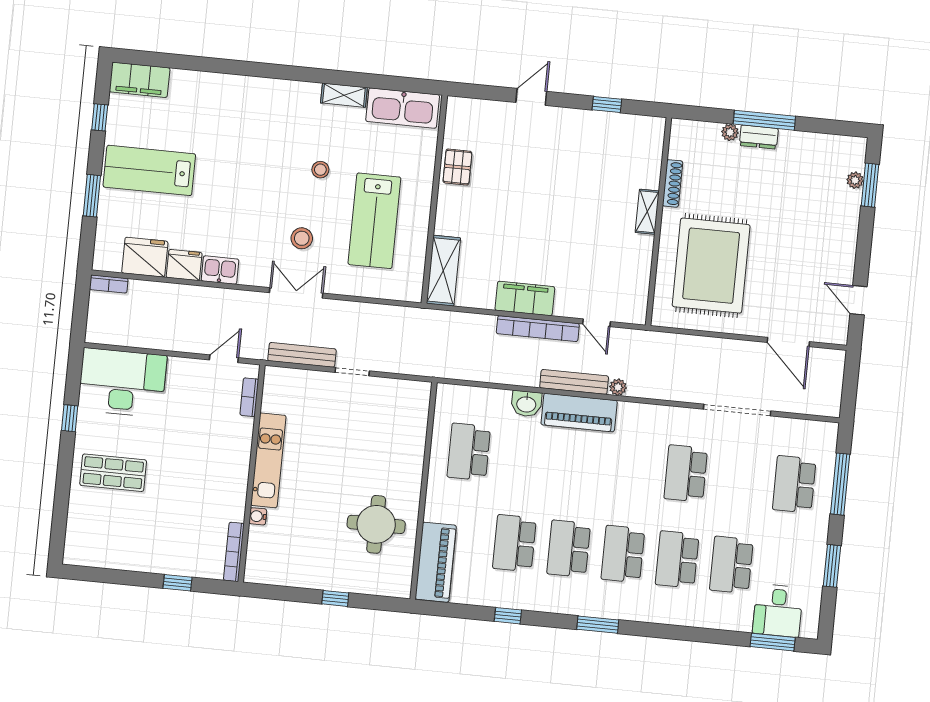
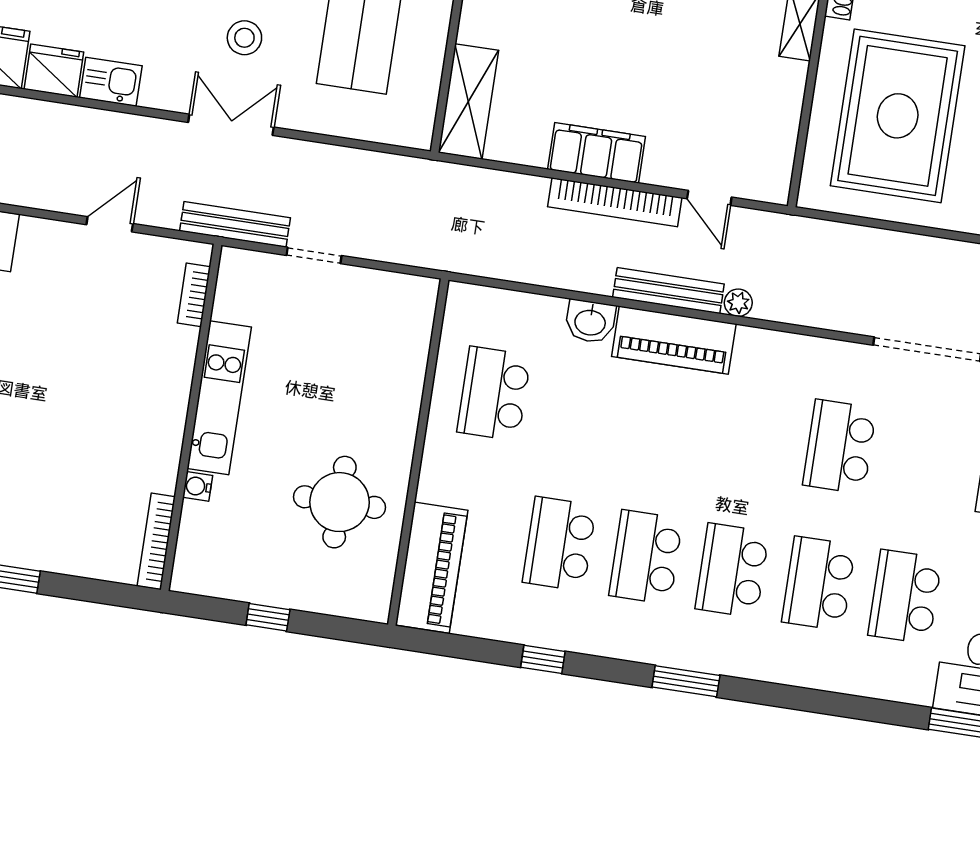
bookcase: (249, 397) -> (194, 295), moved
kitchen unit: (268, 460) -> (219, 398), moved
wall: (252, 474) -> (191, 417), moved
water cooler: (258, 516) -> (198, 486), moved
bookcase: (234, 552) -> (156, 541), moved

